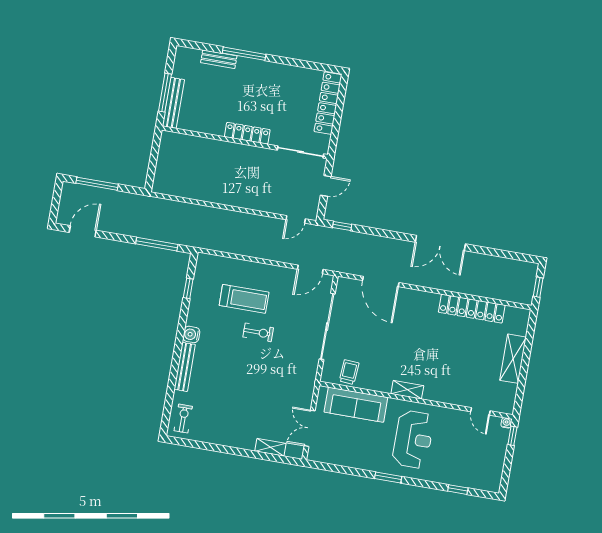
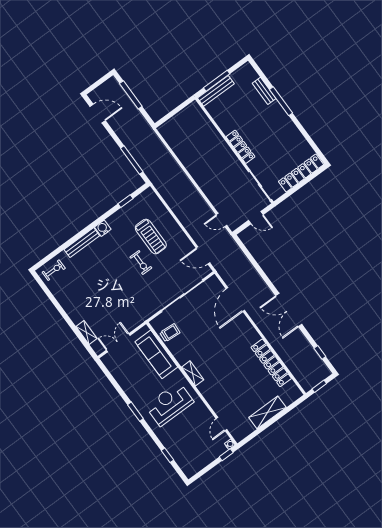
window: (342, 226) -> (320, 352), moved
reception desk: (413, 439) -> (169, 404), turned 180

